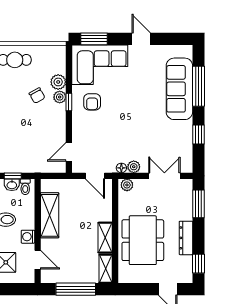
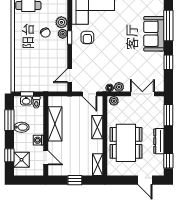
sofa: (179, 89) -> (154, 34), width x0.73
shelving: (105, 238) -> (97, 127), moved
window: (76, 289) -> (75, 180), width x0.46

